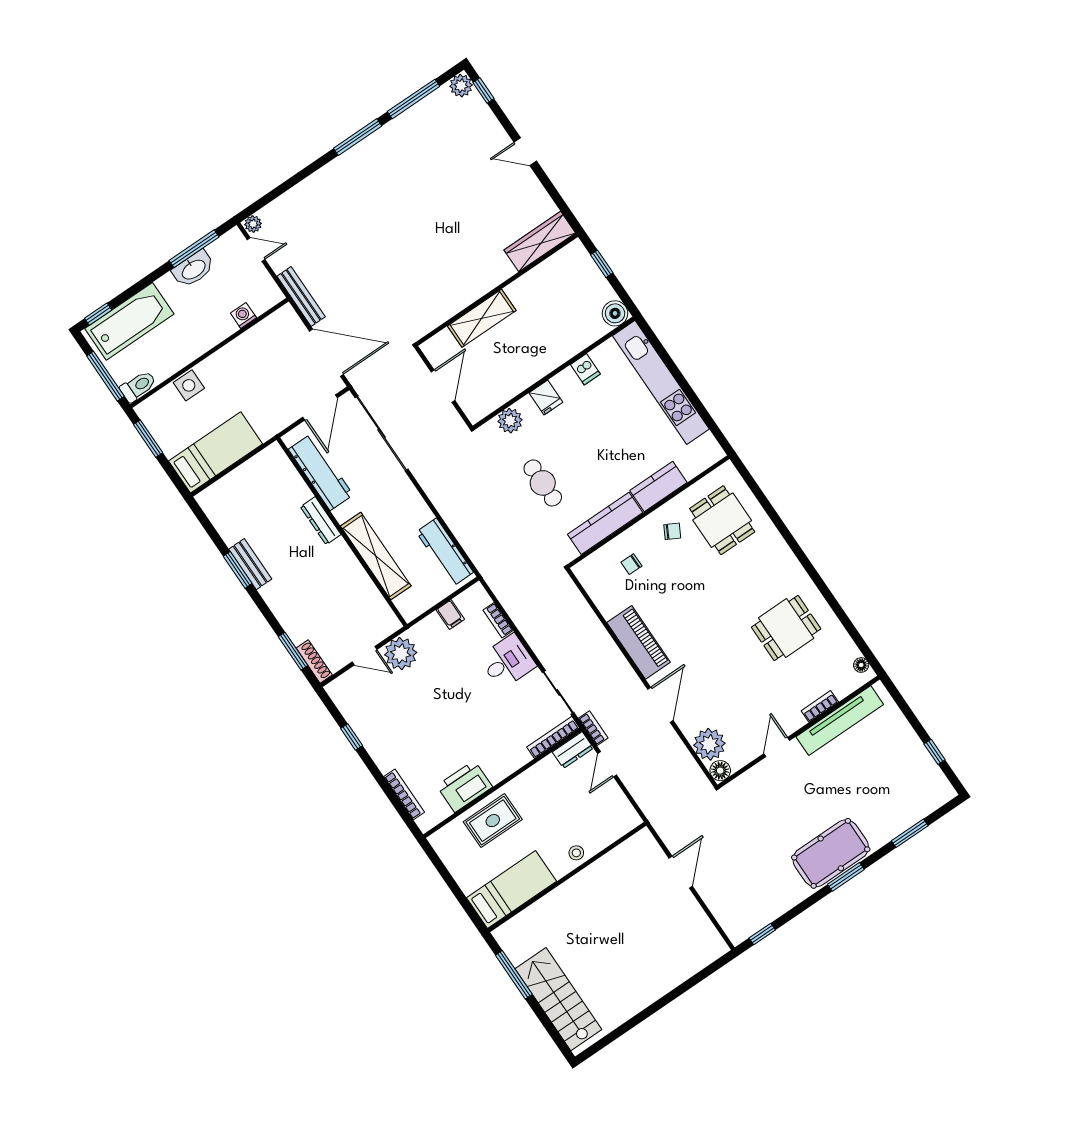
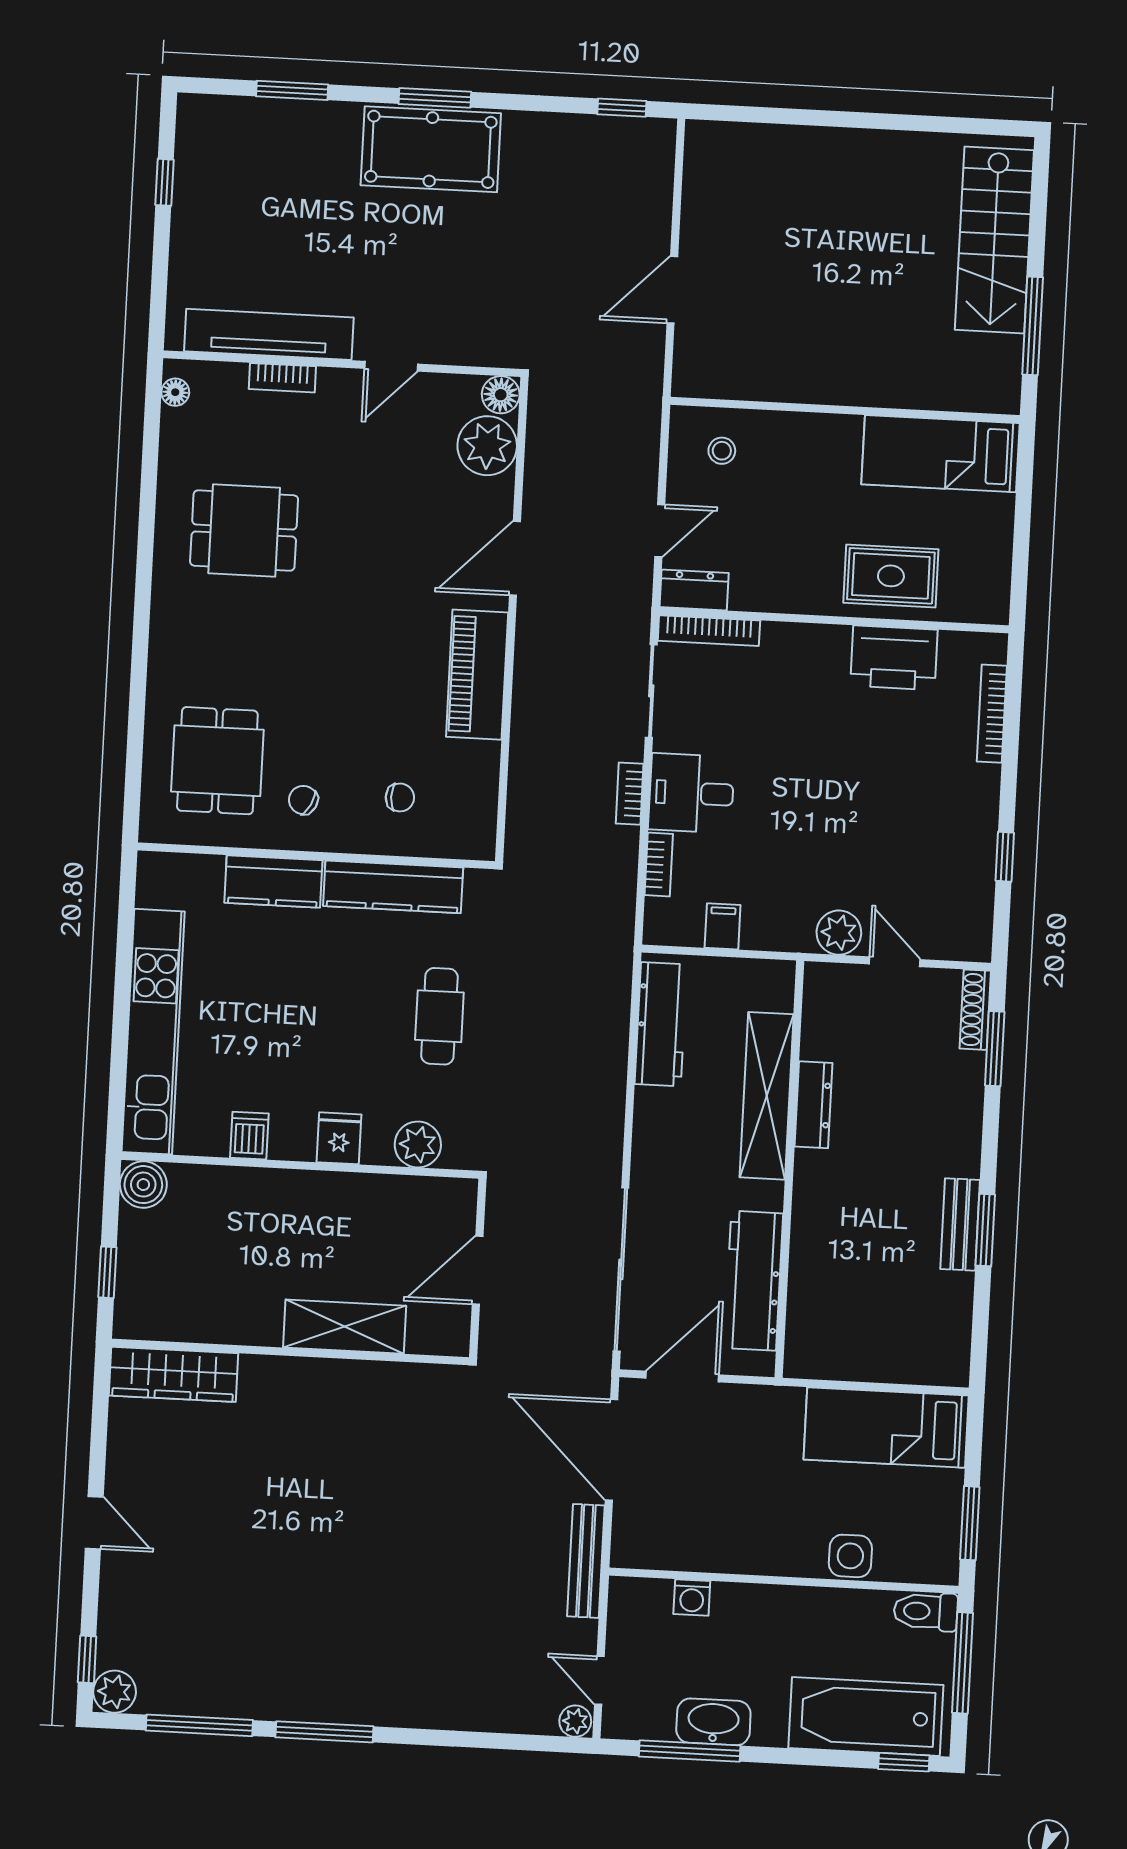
dresser: (321, 521) -> (814, 1105), moved
plant: (401, 654) -> (839, 933), width x0.73, depth x0.73
bookcase: (593, 728) -> (630, 794), moved
stool: (576, 853) -> (722, 451), moved

